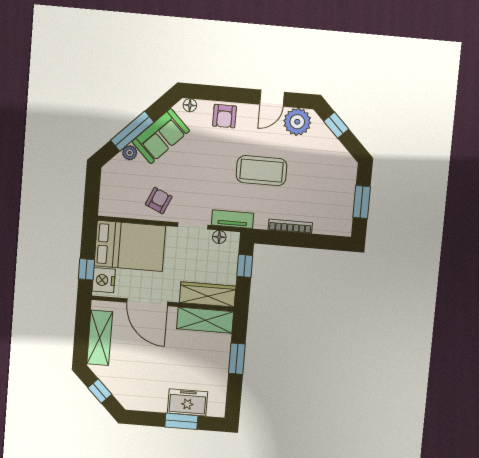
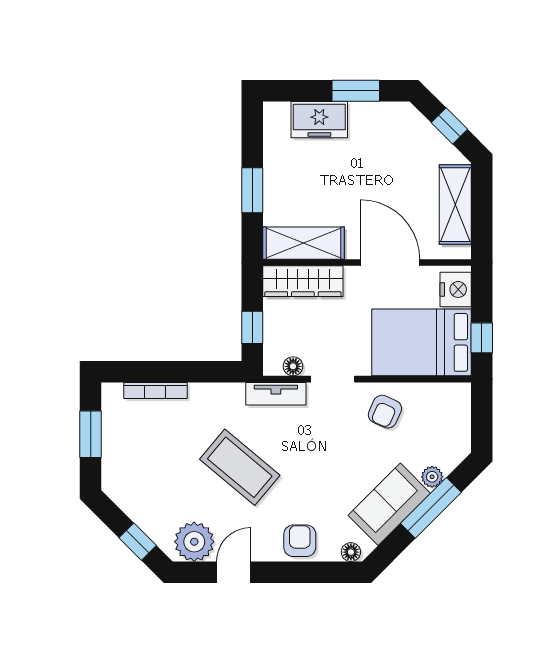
coffee table: (262, 171) -> (240, 467), turned 40
bookcase: (290, 226) -> (155, 390), moved
window: (86, 269) -> (482, 338), moved
window: (181, 421) -> (356, 91), moved

